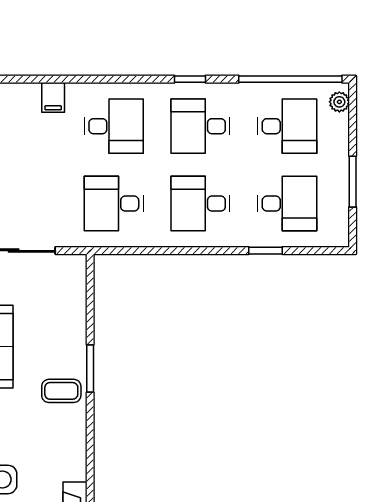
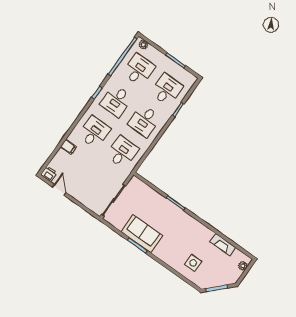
desk: (114, 204) -> (122, 152), turned 180
coffee table: (61, 391) -> (176, 219), removed

